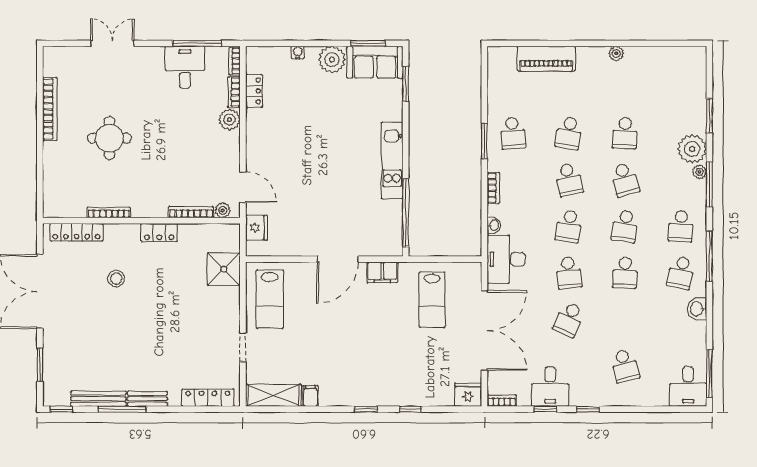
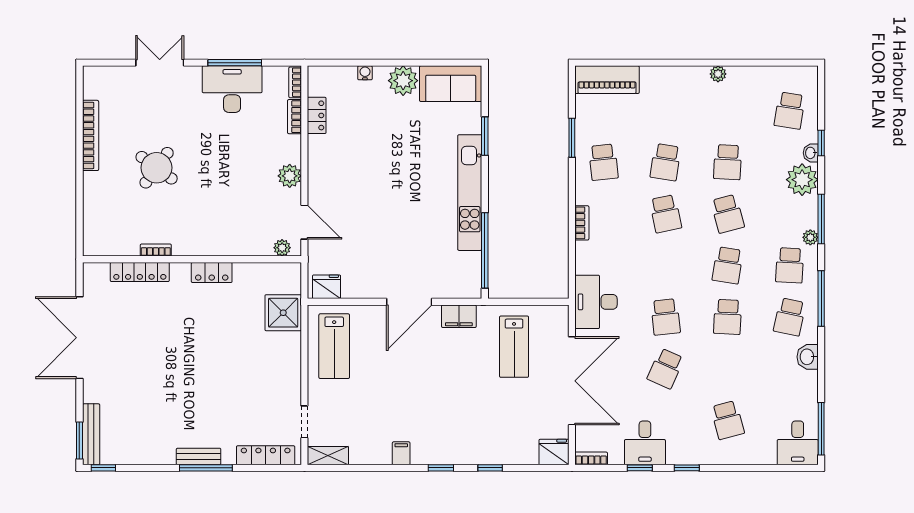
window: (197, 43) -> (235, 63), moved
window: (368, 43) -> (443, 63), removed
piano: (546, 59) -> (607, 80), moved
desk: (185, 67) -> (232, 89), width x1.37
window: (406, 84) -> (485, 136), moved
window: (709, 116) -> (821, 143), width x0.67
plant: (230, 120) -> (290, 176), moved
round table: (109, 138) -> (157, 168), turned 36
window: (484, 141) -> (572, 138), moved
kitchen unit: (392, 161) -> (470, 193), width x1.36
plant: (700, 172) -> (810, 237), moved
bookcase: (109, 212) -> (156, 250), width x0.64
bookcase: (191, 212) -> (247, 250), removed
washbasin: (494, 225) -> (811, 153), moved, turned 180
school desk: (569, 226) -> (790, 111), moved
fridge: (256, 228) -> (327, 287), moved, turned -90
locker: (77, 232) -> (140, 272), moved
stool: (116, 279) -> (164, 323), removed
doorway: (243, 347) -> (304, 422), moved
window: (40, 365) -> (79, 441), moved
shelving: (273, 395) -> (328, 456), width x0.67, depth x0.75
filing cabinet: (310, 396) -> (401, 453), moved
bench: (98, 399) -> (91, 434), moved, turned 90
window: (122, 409) -> (206, 468), moved

